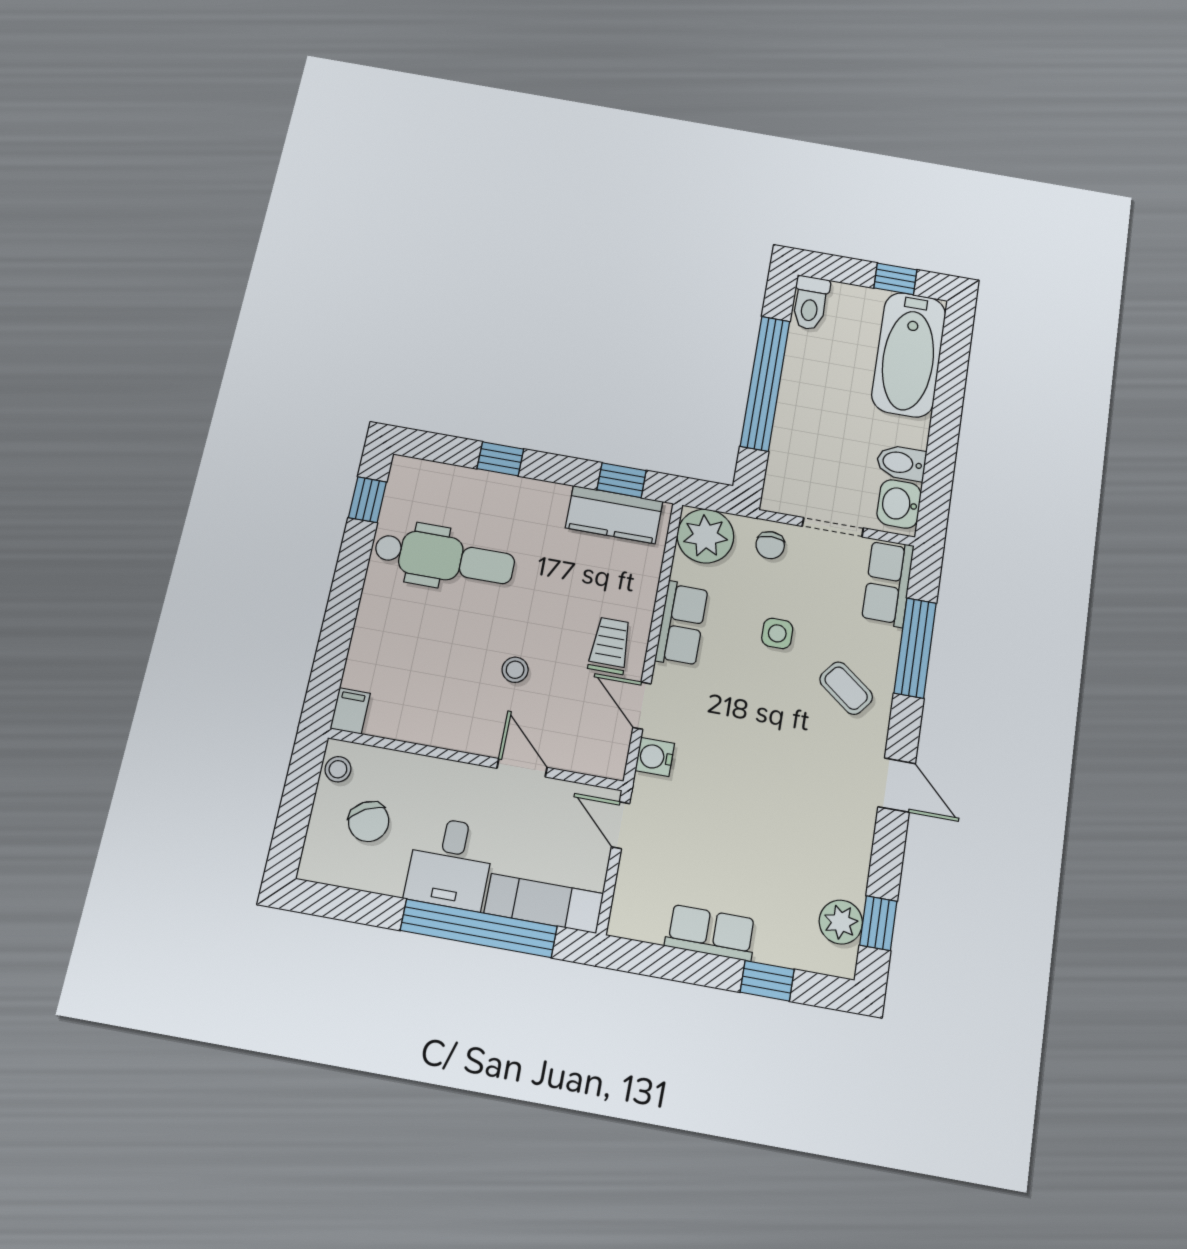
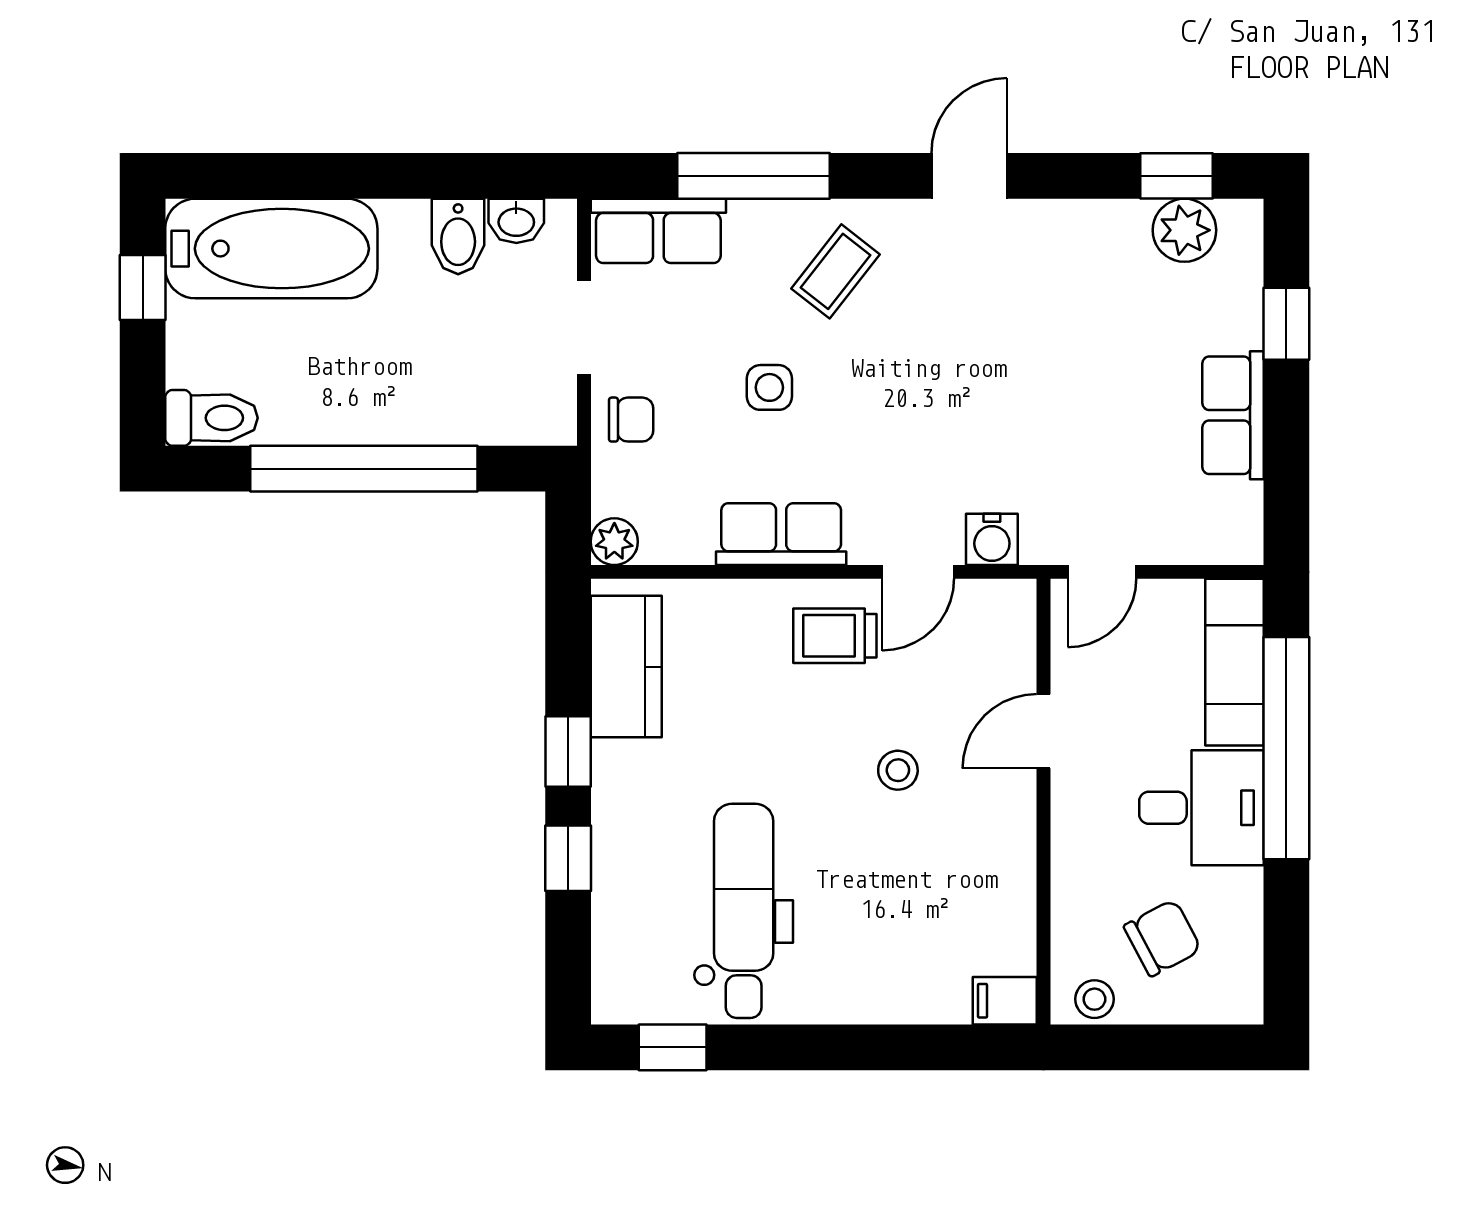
window: (622, 480) -> (568, 752), moved
washbasin: (899, 504) -> (516, 221), width x0.72, depth x0.69
plant: (705, 536) -> (614, 542), width x0.53, depth x0.53

